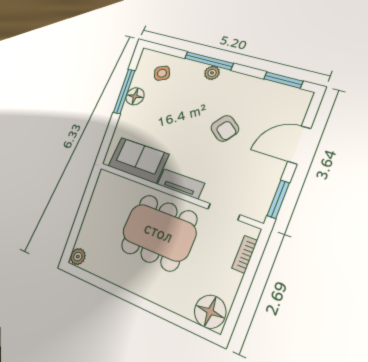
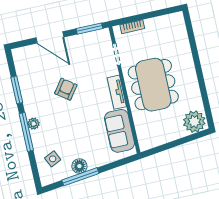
window: (283, 80) -> (17, 90), moved
plant: (78, 257) -> (194, 122), width x1.87, depth x1.87
floor lamp: (210, 312) -> (175, 25), removed

